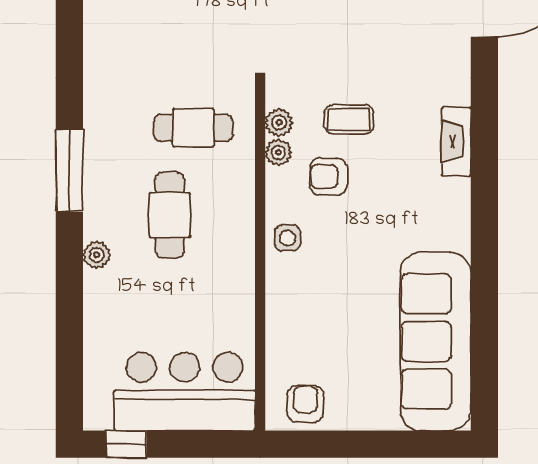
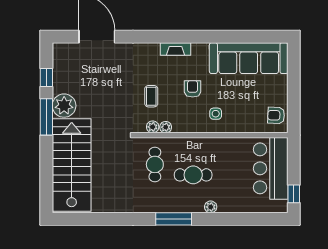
fireplace: (456, 142) -> (176, 49), moved
armchair: (329, 176) -> (193, 89), moved, turned 180
side table: (287, 238) -> (216, 114), moved

